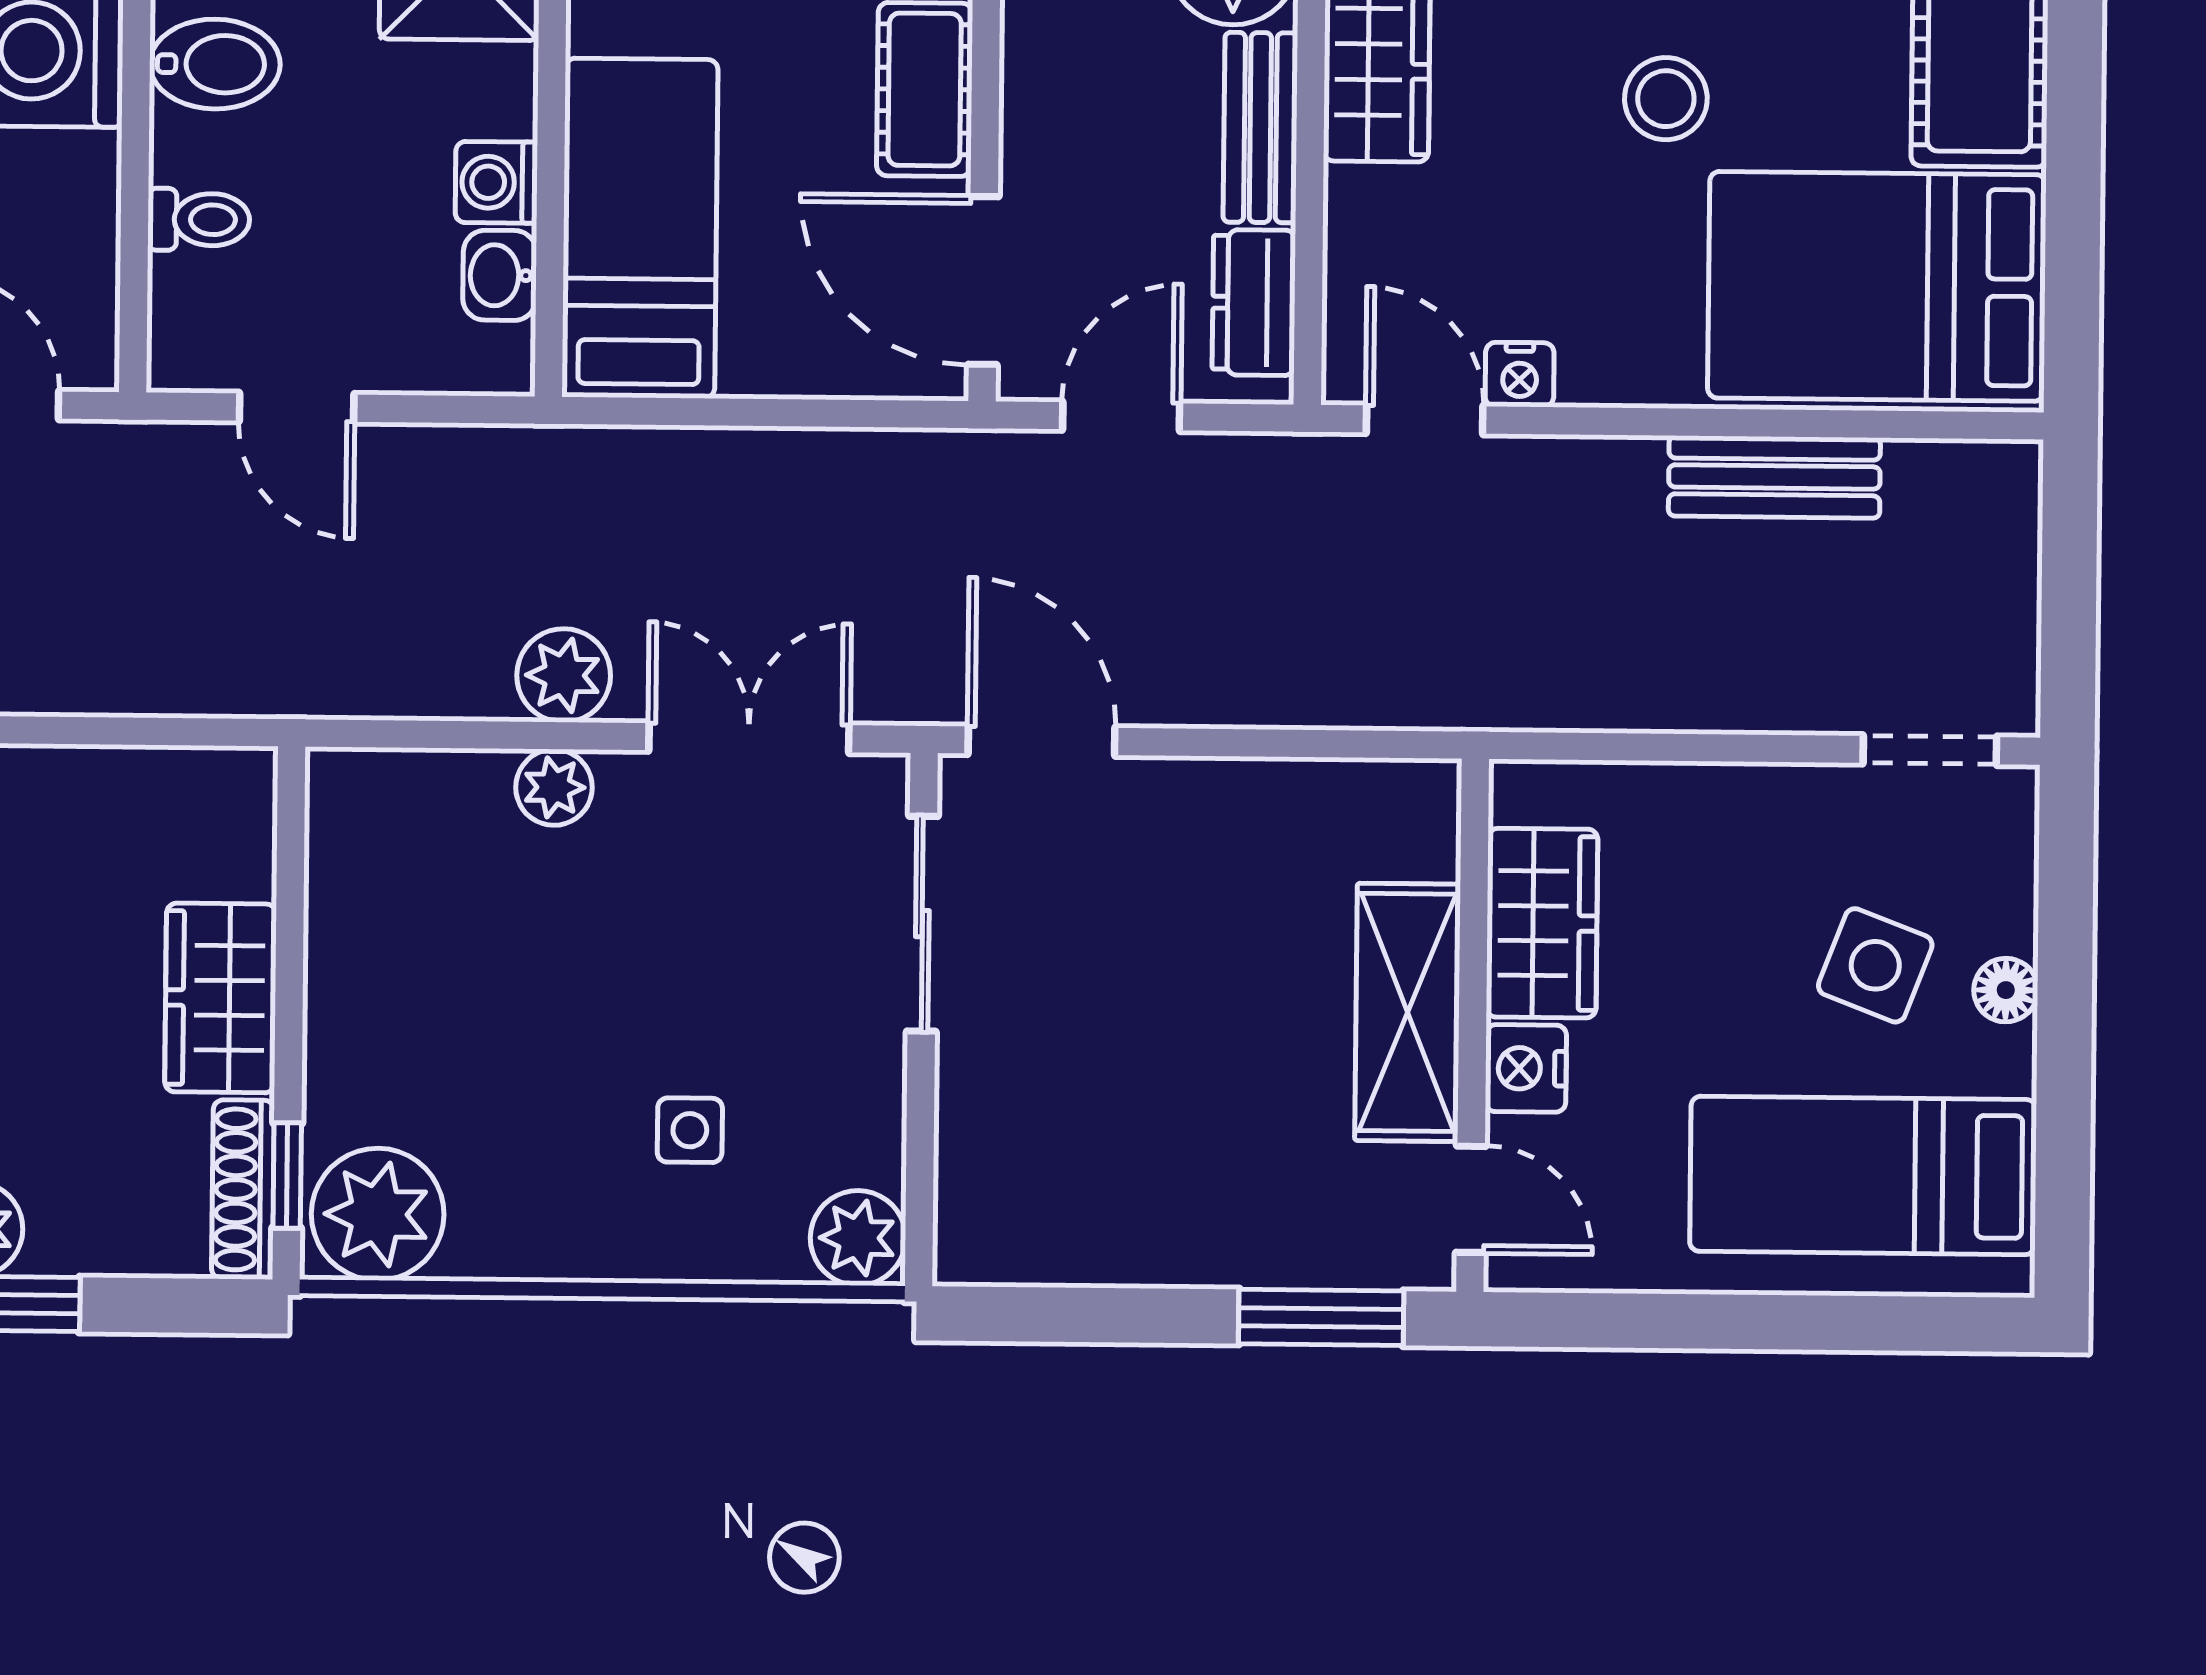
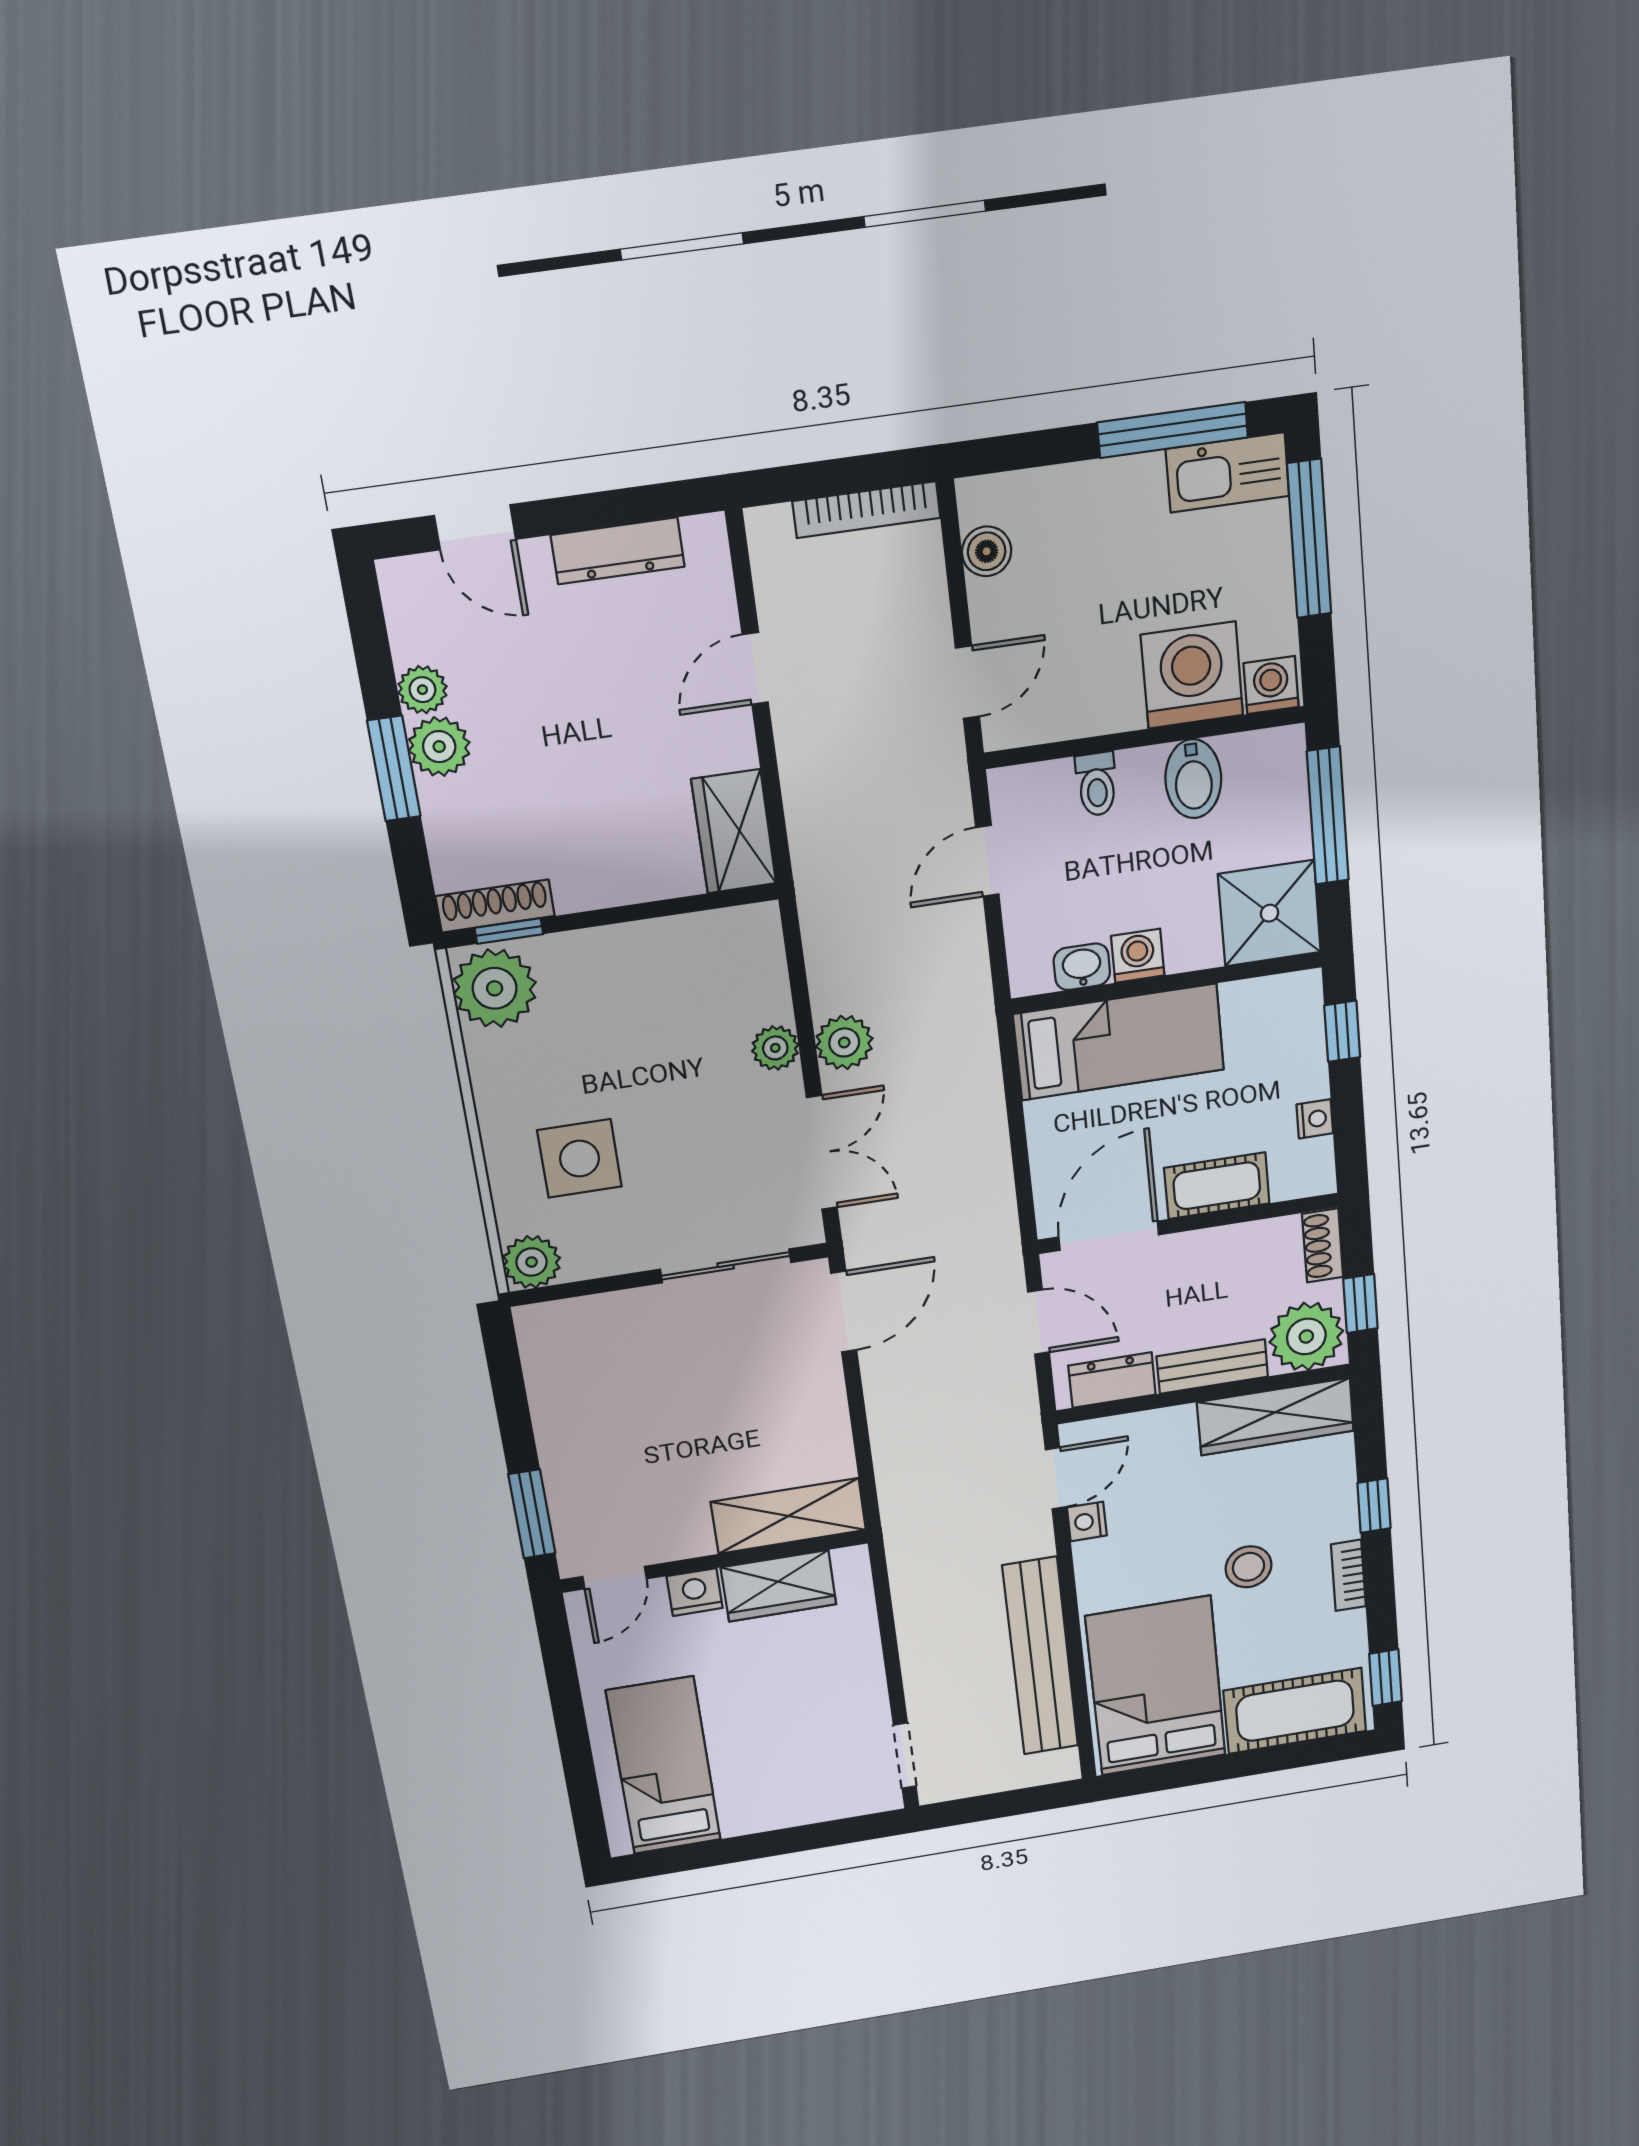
bench: (1774, 477) -> (1040, 1656), width x1.86, depth x1.21
side table: (1875, 965) -> (782, 1751), removed
floor lamp: (2006, 990) -> (778, 1814), removed
wardrobe: (221, 998) -> (734, 831), moved, turned -90
shelving: (1408, 1012) -> (788, 1516), moved
side table: (690, 1130) -> (579, 1159), width x1.87, depth x1.87

